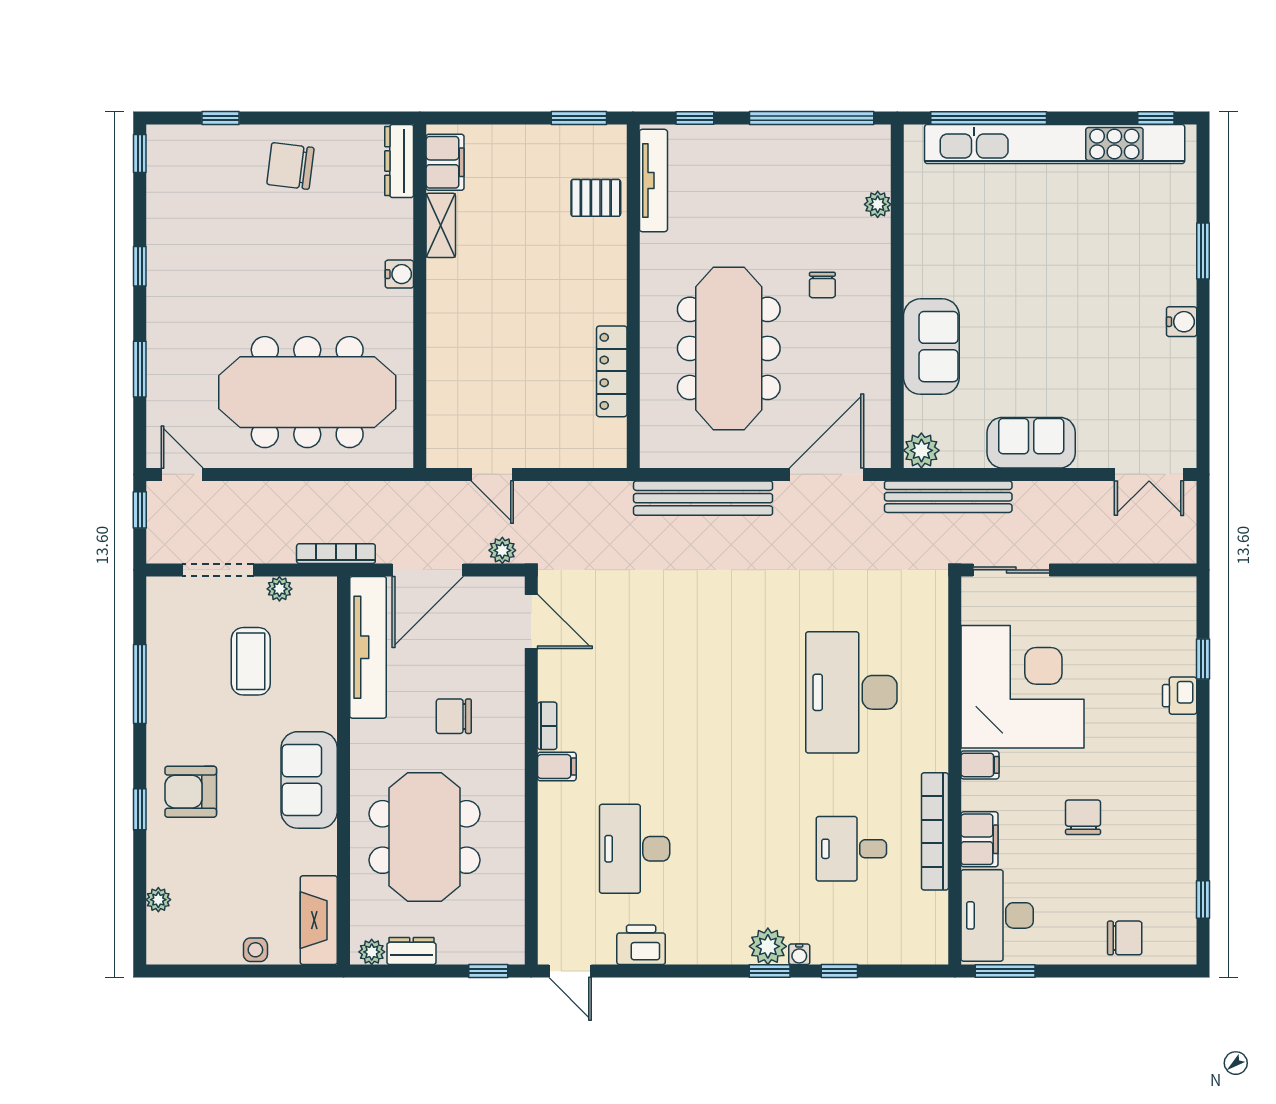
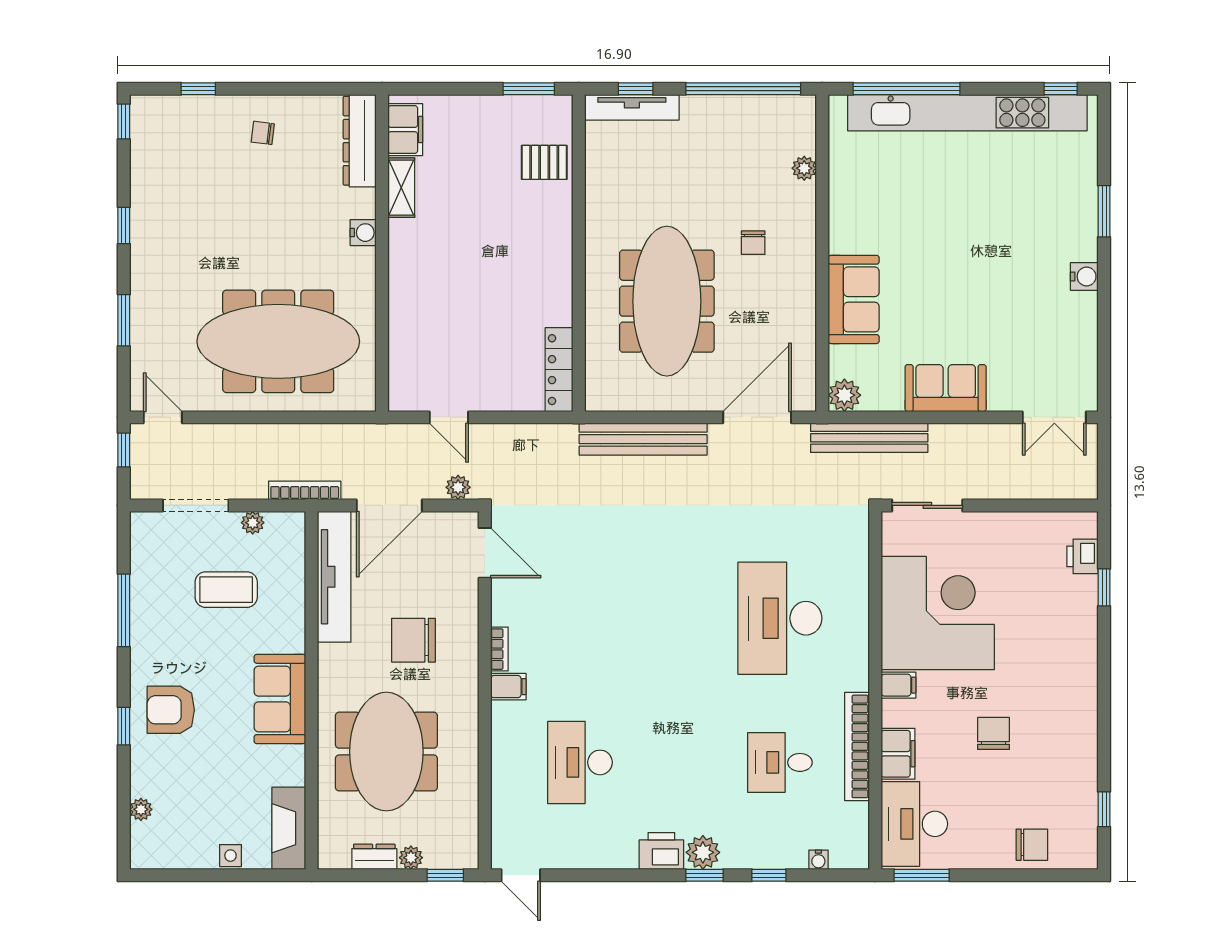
dresser: (399, 161) -> (360, 141), width x1.37, depth x1.24
chair: (290, 166) -> (263, 133), width x0.54, depth x0.54
tv unit: (653, 181) -> (632, 107), moved, turned 90
locker: (612, 371) -> (559, 370), moved
coffee table: (251, 661) -> (226, 590), turned 90
printer: (1180, 696) -> (1083, 556), moved
chair: (454, 716) -> (413, 640), width x1.37, depth x1.37
printer: (641, 945) -> (661, 851), moved
plant: (372, 952) -> (411, 858), moved
water cooler: (799, 954) -> (818, 860), moved

